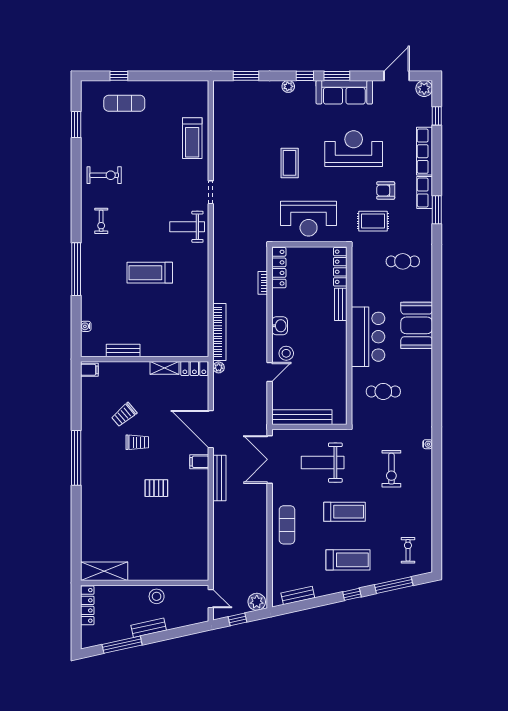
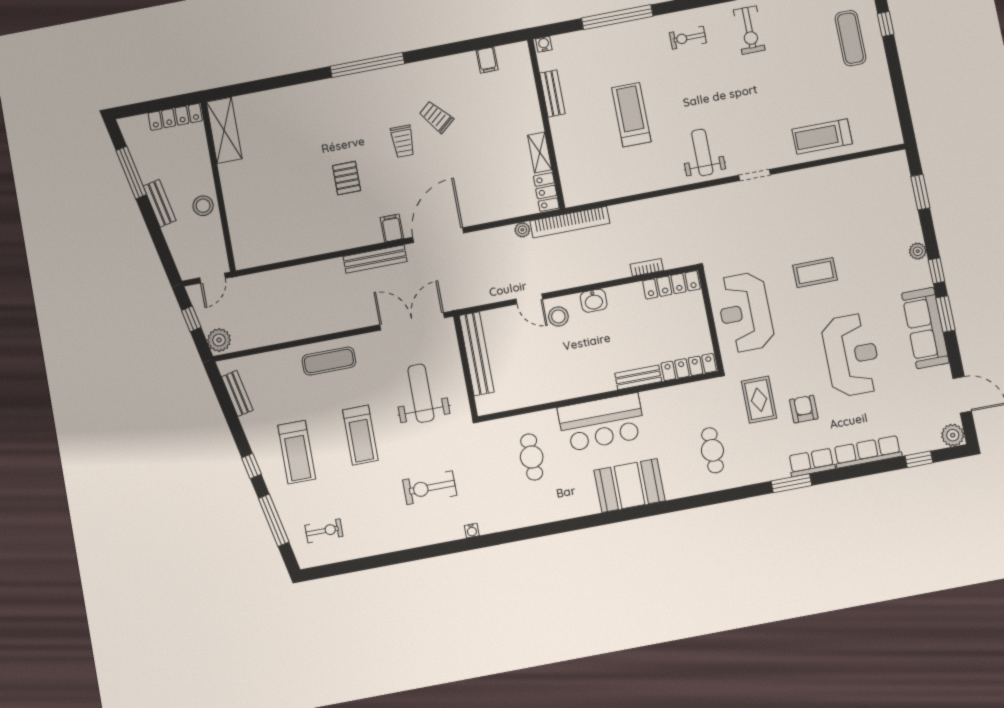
bench: (123, 351) -> (552, 93), moved
wall: (145, 359) -> (546, 124), moved
shelving: (165, 368) -> (540, 152), moved
locker: (194, 369) -> (546, 192), moved

